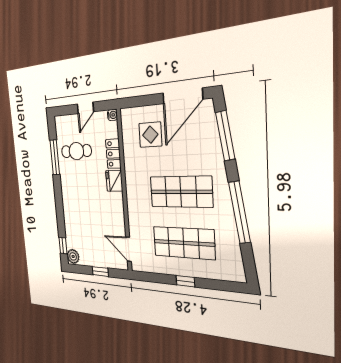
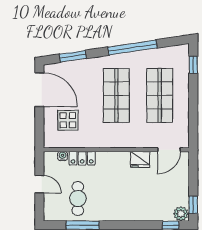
water cooler: (112, 115) -> (63, 156), moved
window: (225, 136) -> (73, 56), width x0.69
fridge: (114, 181) -> (140, 159), moved
window: (100, 272) -> (193, 205), moved
window: (185, 281) -> (193, 65), moved

